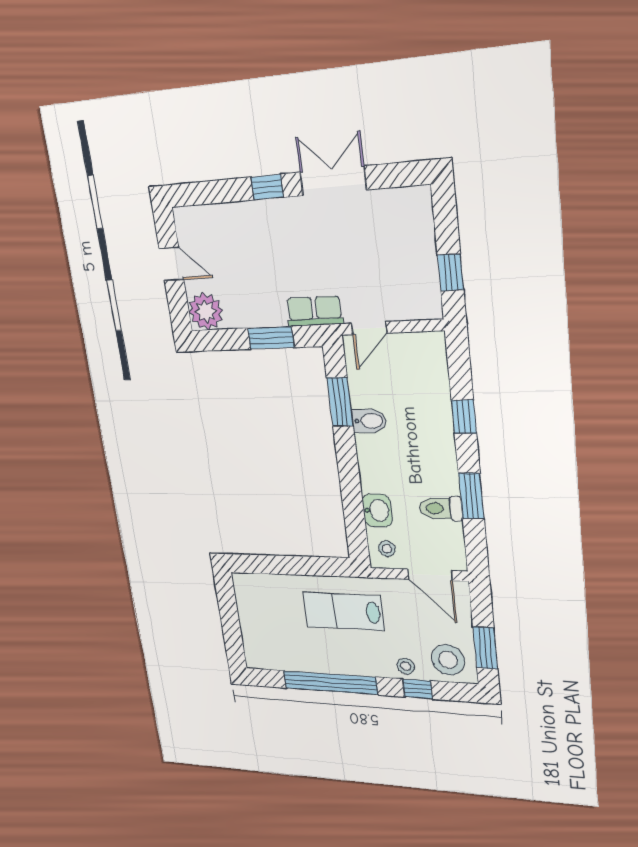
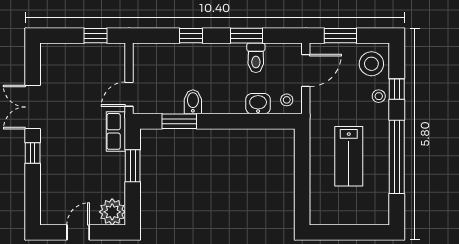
door: (369, 328) -> (129, 94), swing flipped
lab bench: (343, 611) -> (349, 156), moved
window: (485, 648) -> (340, 36), moved

